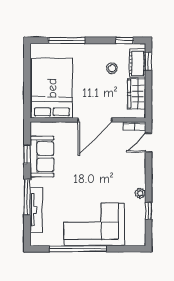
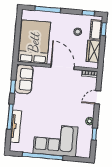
door: (95, 120) -> (62, 67), swing flipped
door: (148, 143) -> (98, 97), moved
sofa: (42, 157) -> (24, 79), moved

